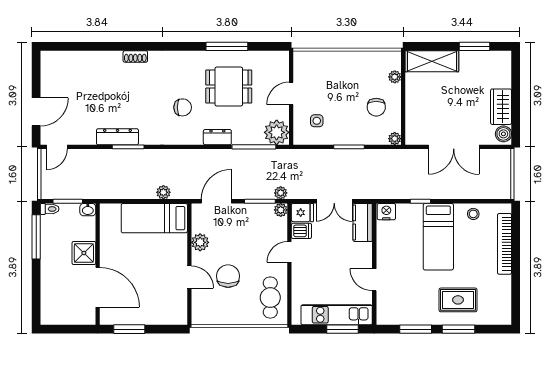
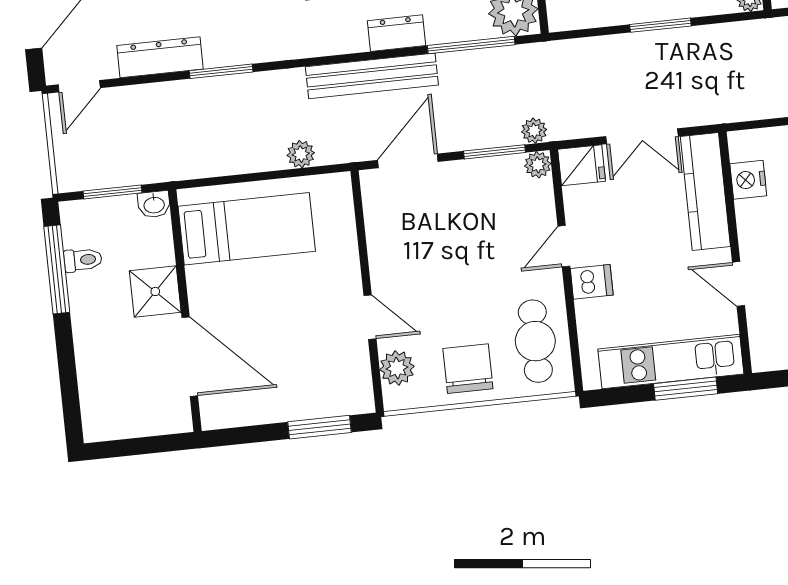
dresser: (117, 137) -> (160, 57), moved
bench: (203, 157) -> (372, 76), added
toilet: (50, 209) -> (83, 260), moved
nightstand: (386, 212) -> (748, 180), moved, turned -90
bed: (154, 218) -> (247, 229), moved, turned 180
kitchen counter: (363, 222) -> (705, 191), width x1.50
dishwasher: (301, 231) -> (592, 282), moved
plant: (200, 242) -> (397, 368), moved
chair: (228, 276) -> (468, 369), moved
window: (129, 329) -> (320, 427), moved

